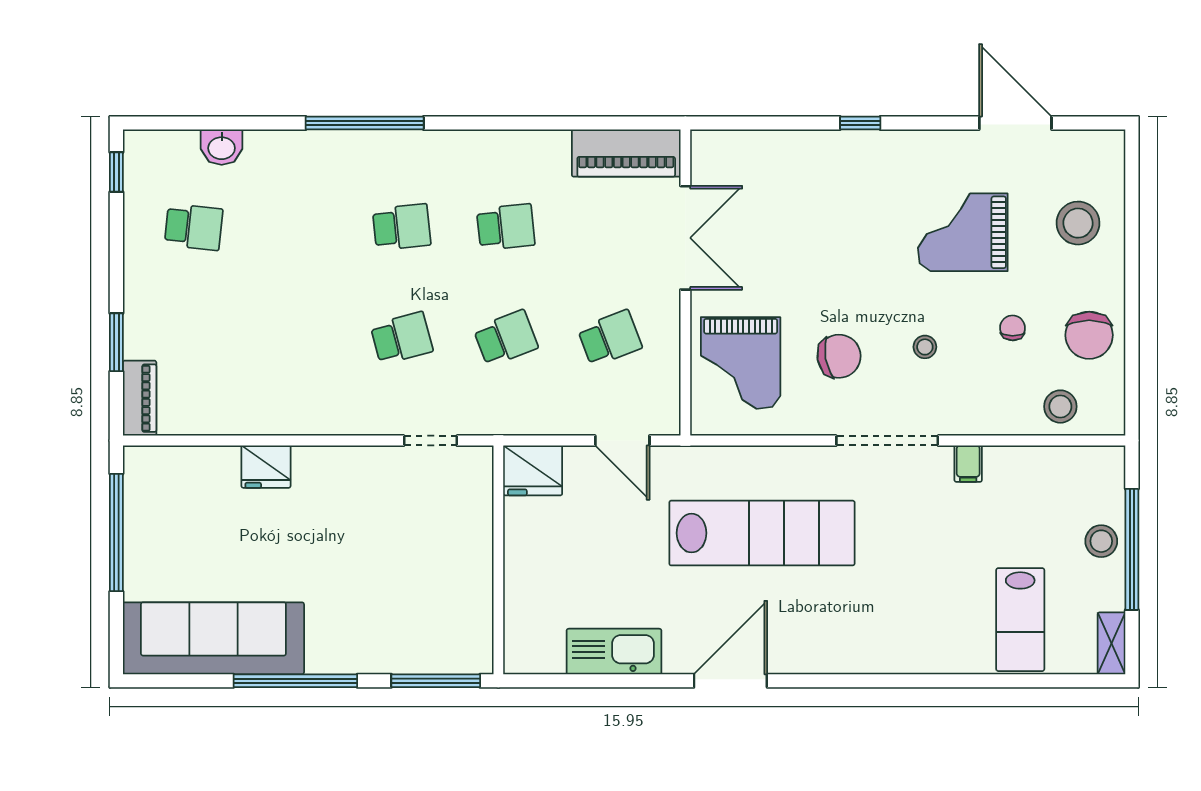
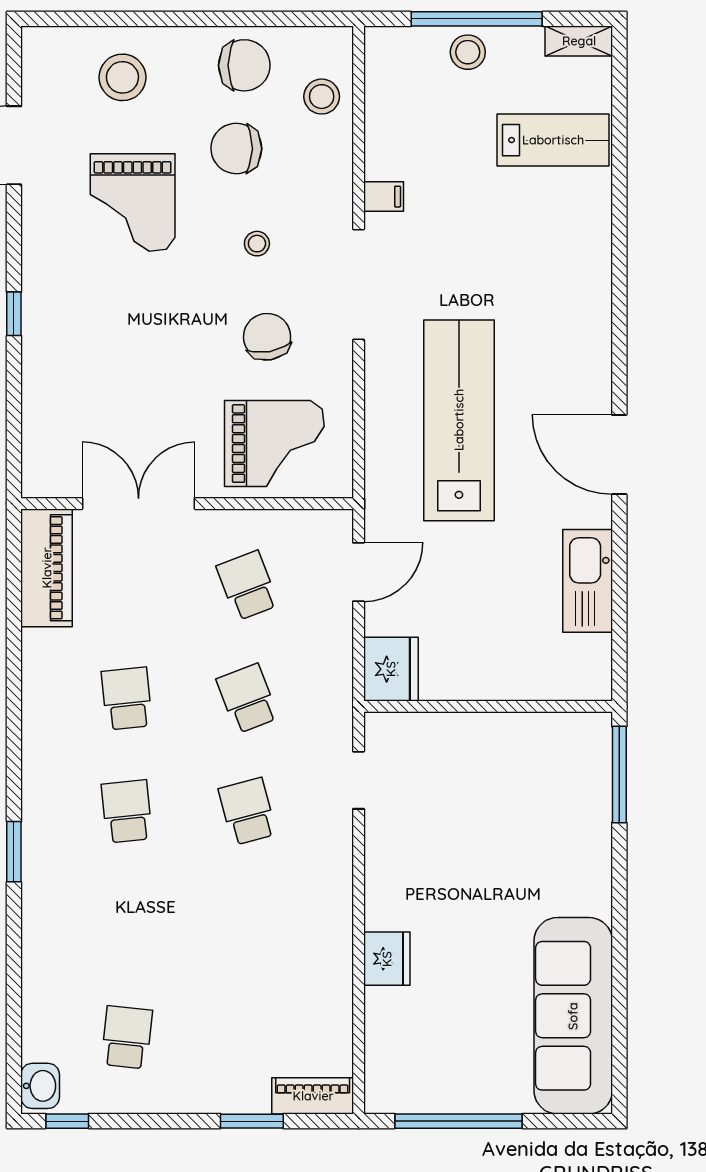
window: (365, 123) -> (14, 852), width x0.47
washbasin: (222, 147) -> (40, 1086), moved
chair: (1013, 328) -> (236, 148), width x1.87, depth x1.87
window: (295, 681) -> (619, 927), removed

